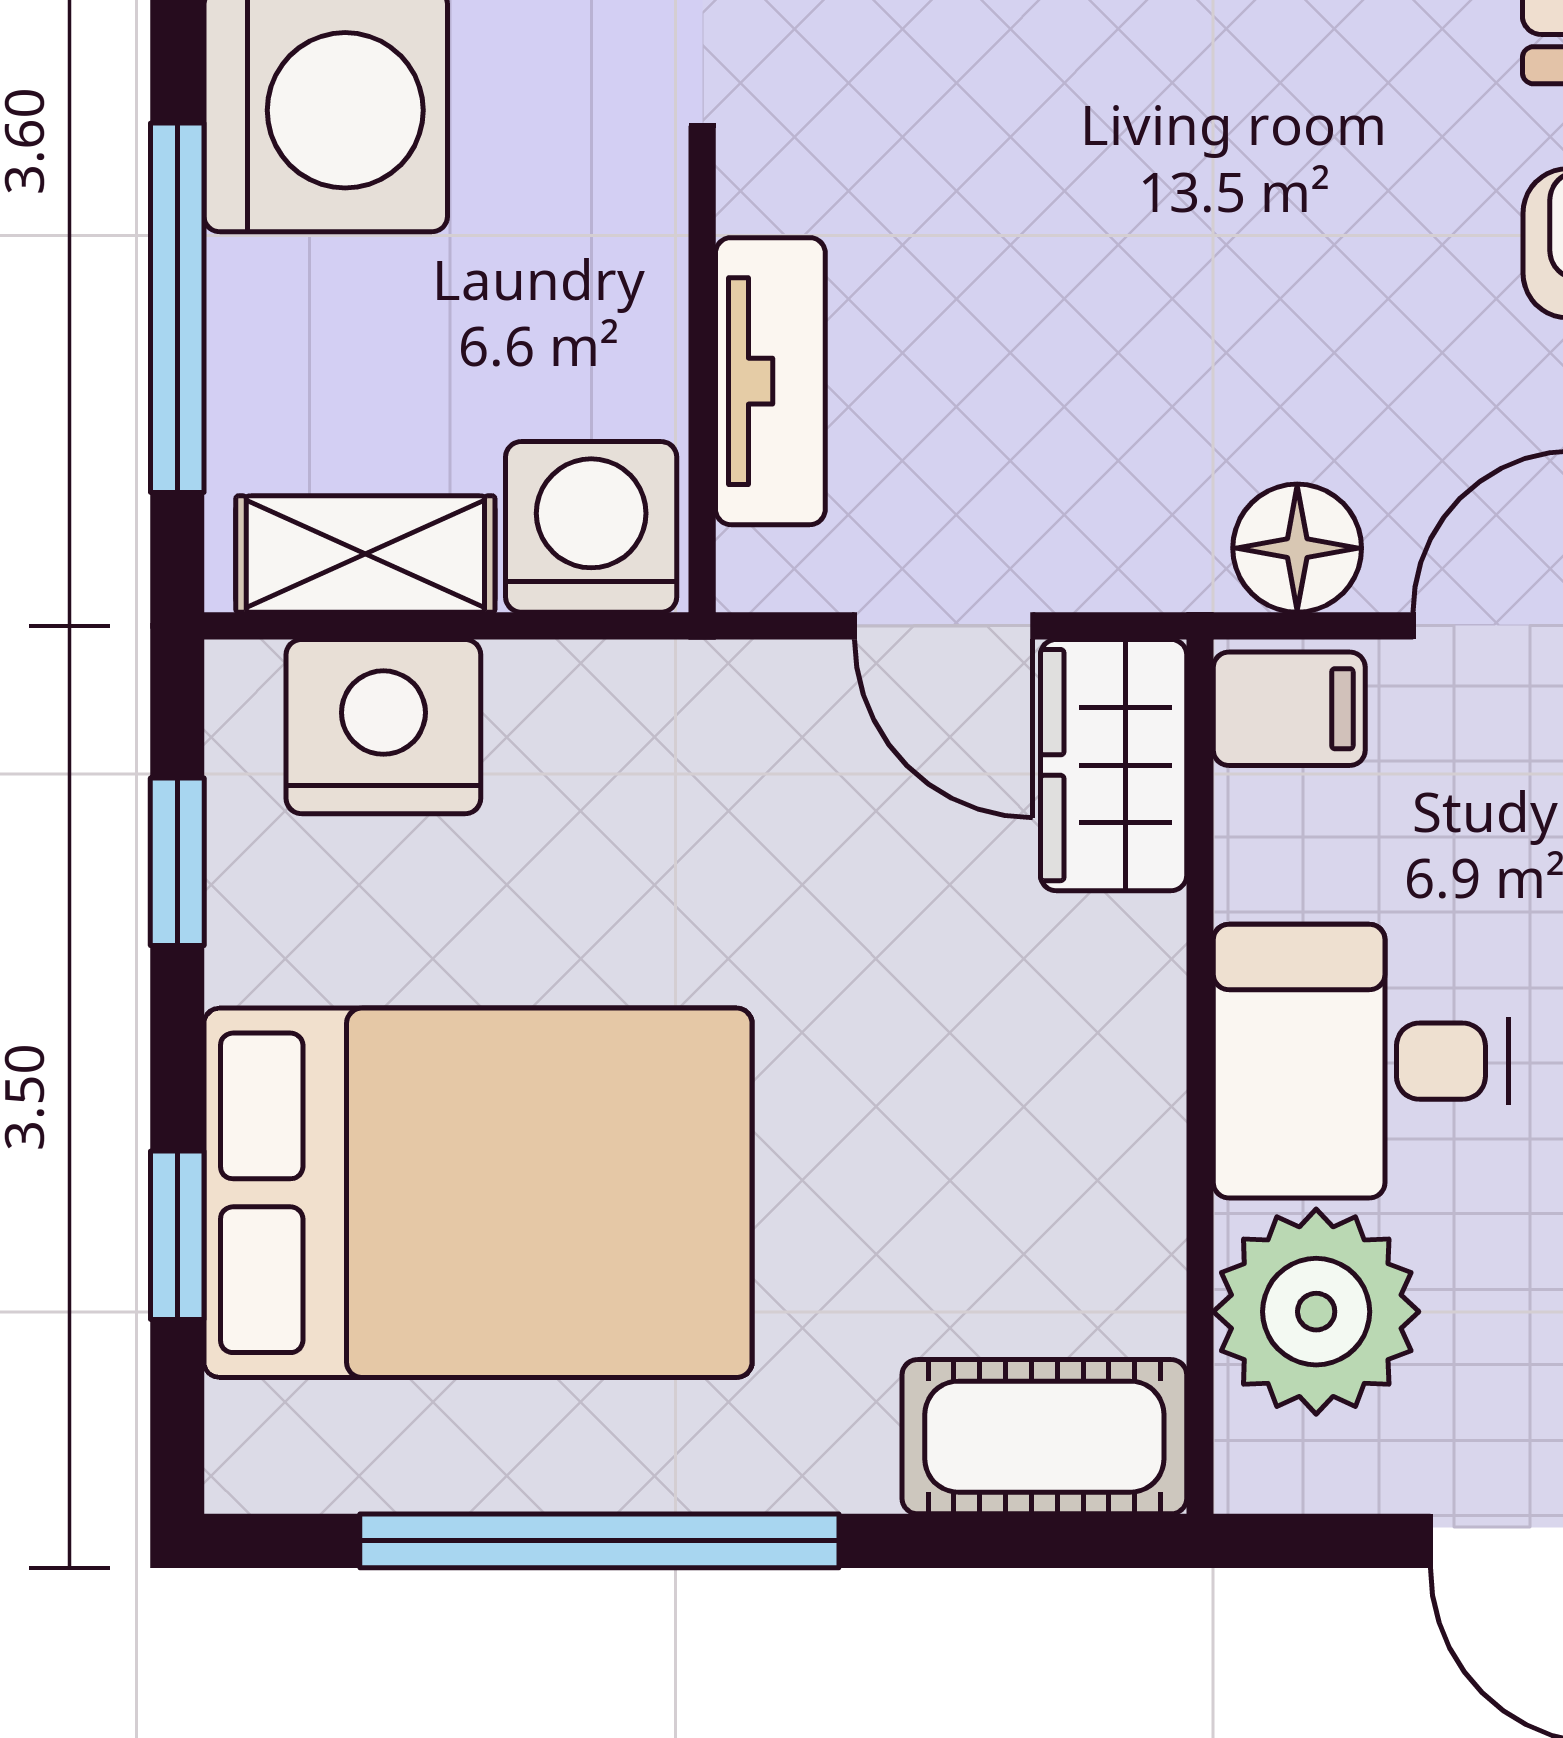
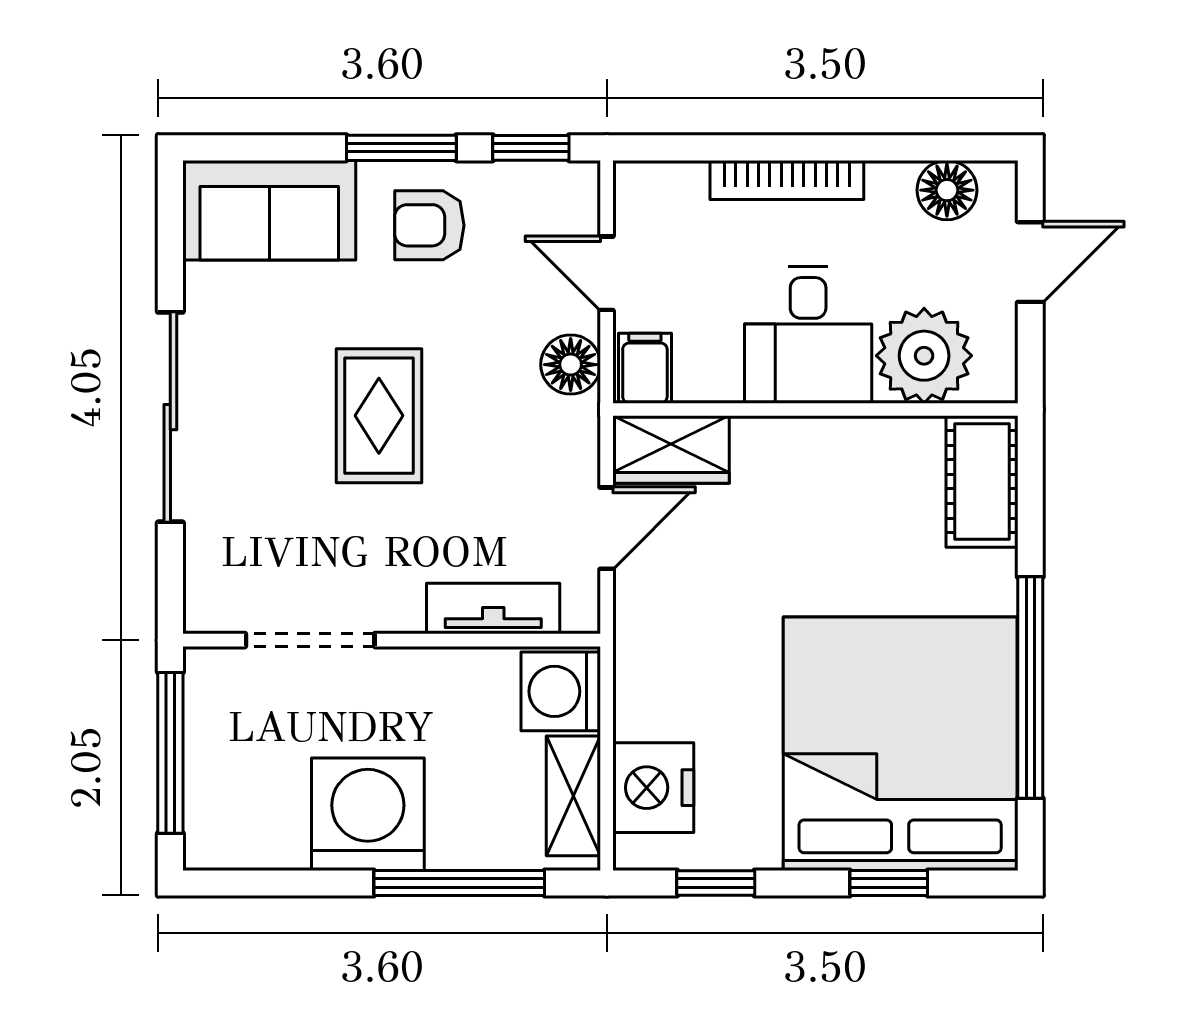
rug: (1187, 134) -> (379, 416), added
bed: (478, 1193) -> (900, 744), width x1.36

